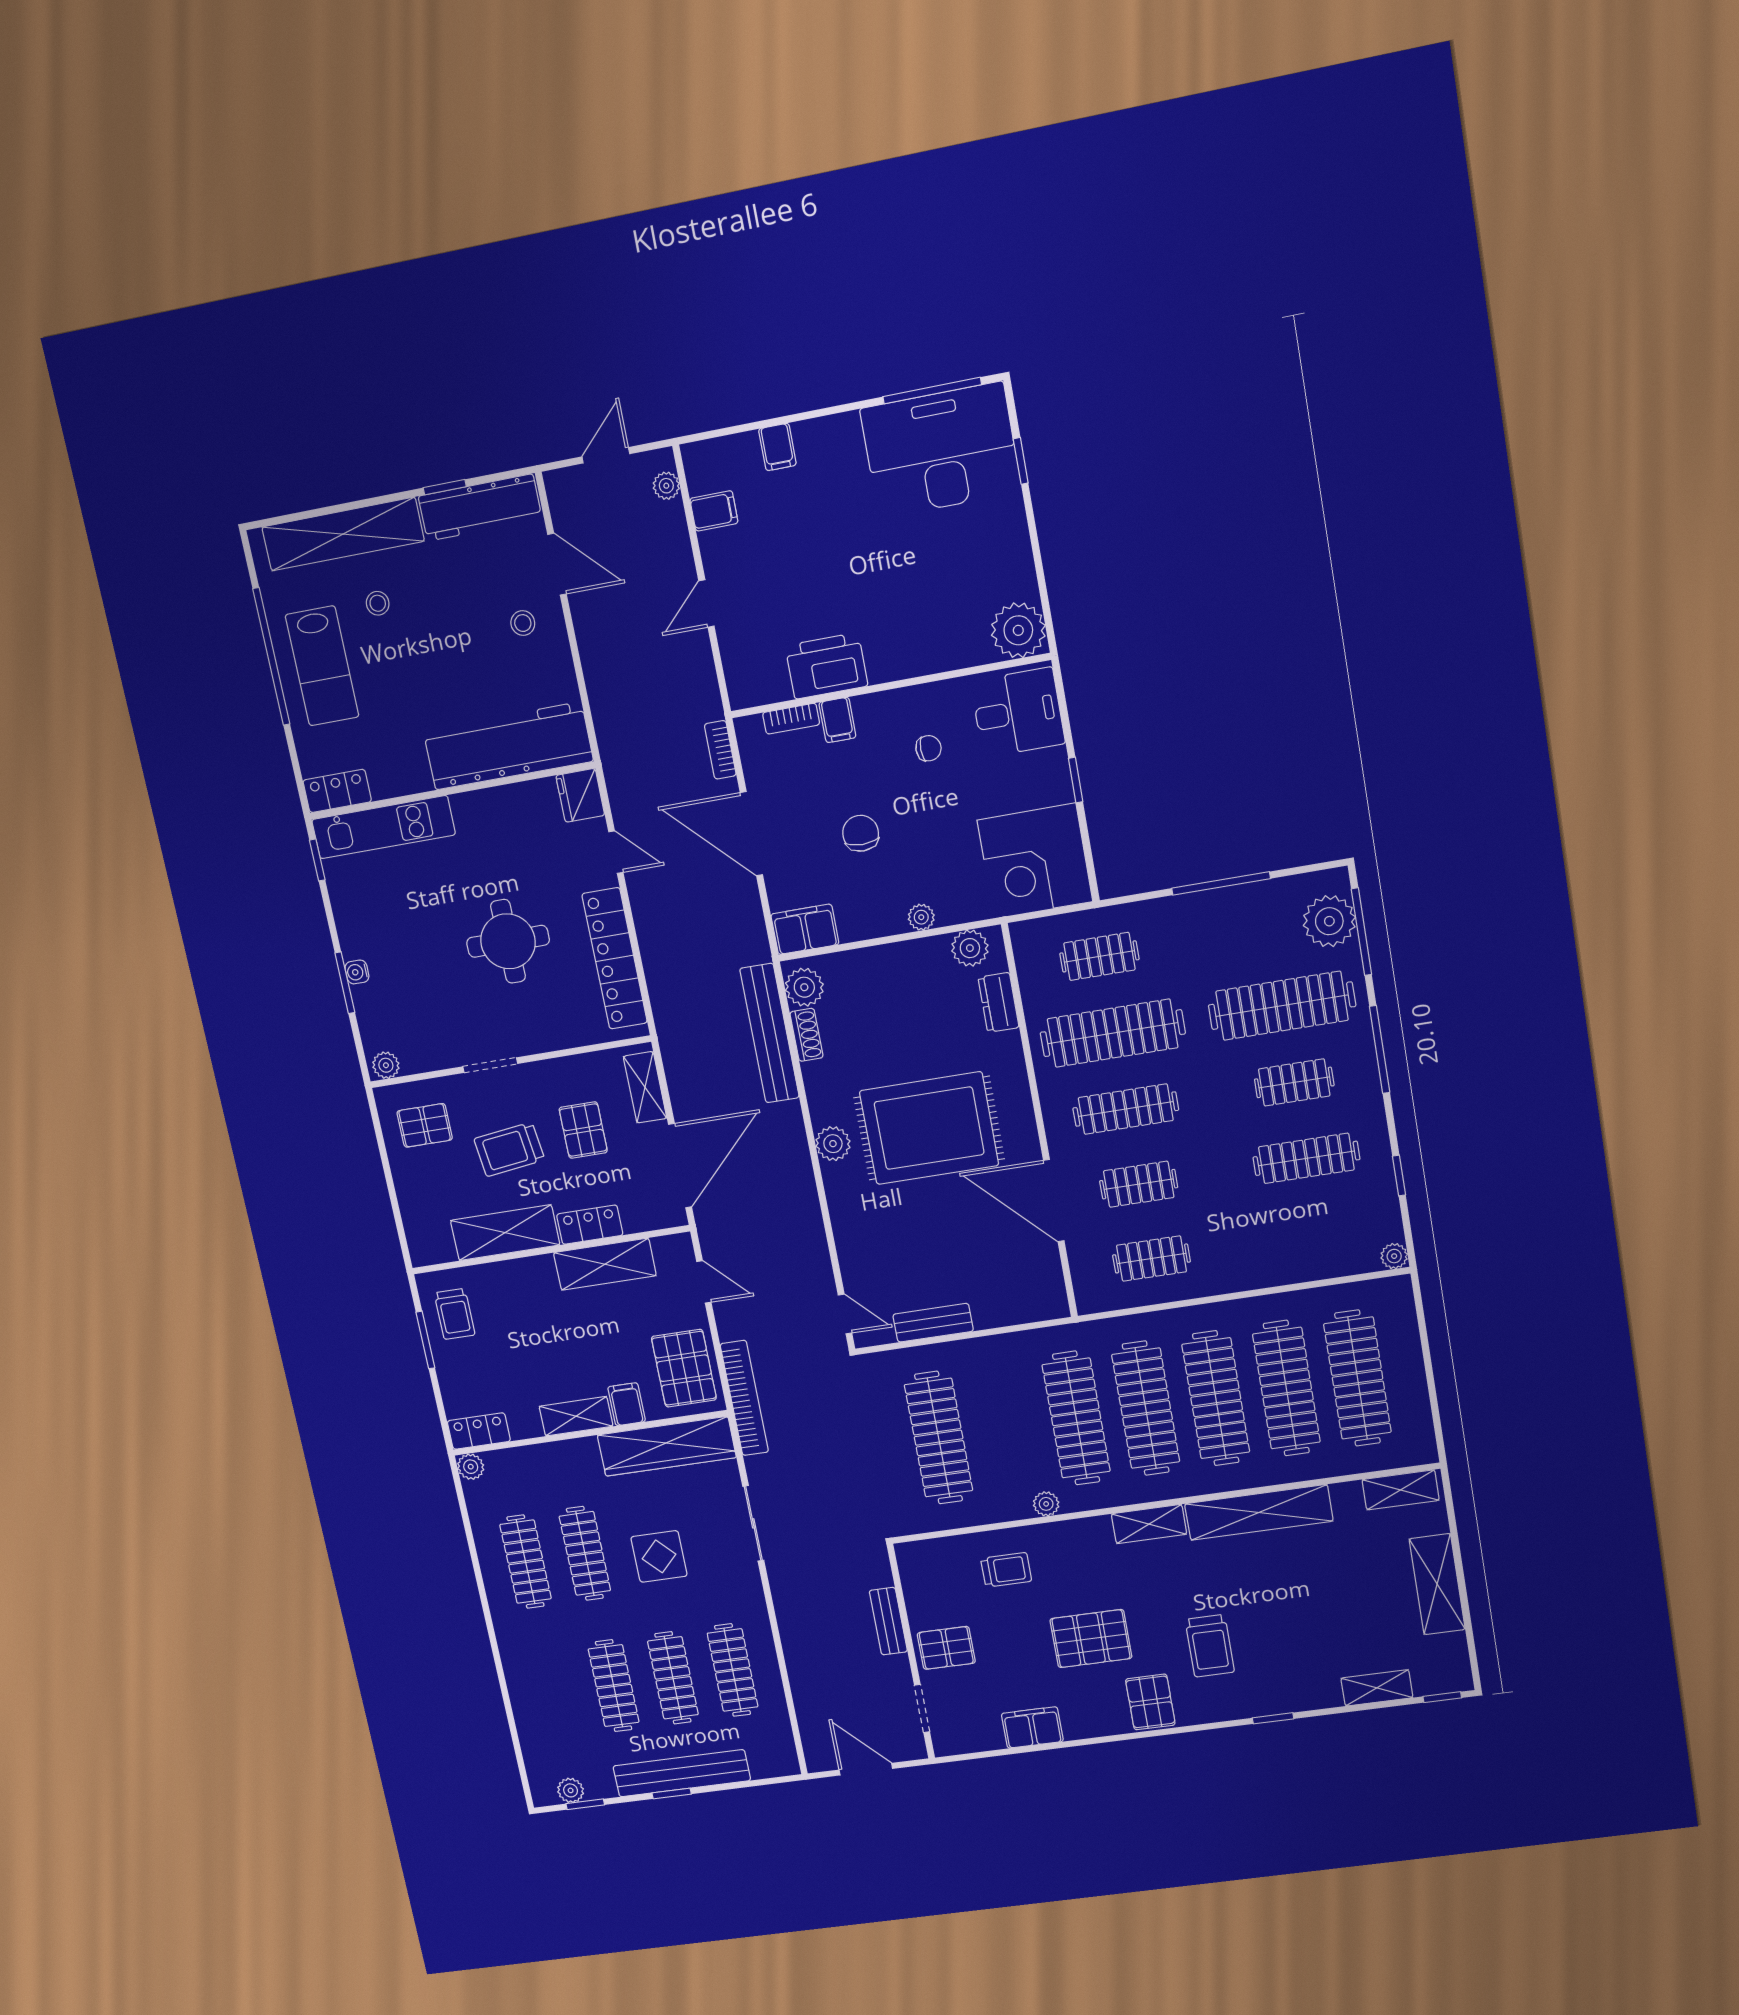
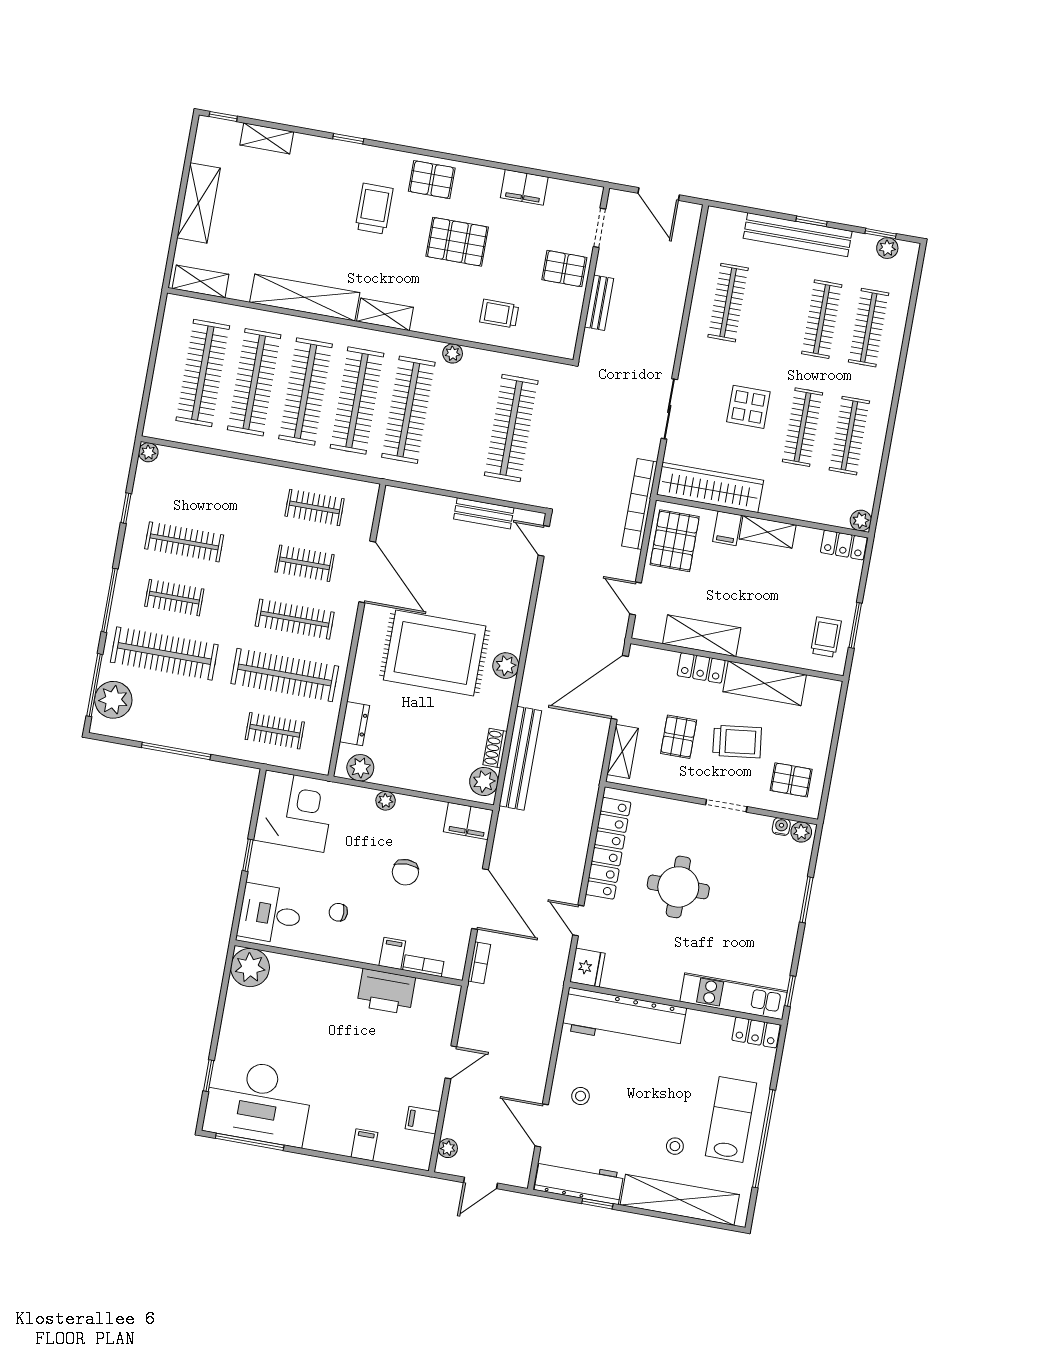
water cooler: (357, 972) -> (781, 827), moved, turned -90
clothes rail: (673, 1678) -> (869, 328), moved
pallet: (1150, 1702) -> (432, 180), turned 90

